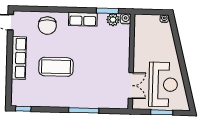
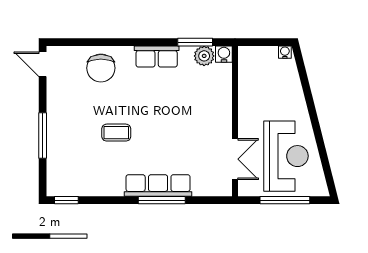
row of seats: (19, 58) -> (158, 185), moved, turned -90
window: (9, 67) -> (43, 136), added
coffee table: (56, 67) -> (116, 133), width x0.54, depth x0.58
window: (162, 112) -> (285, 200), width x1.44

